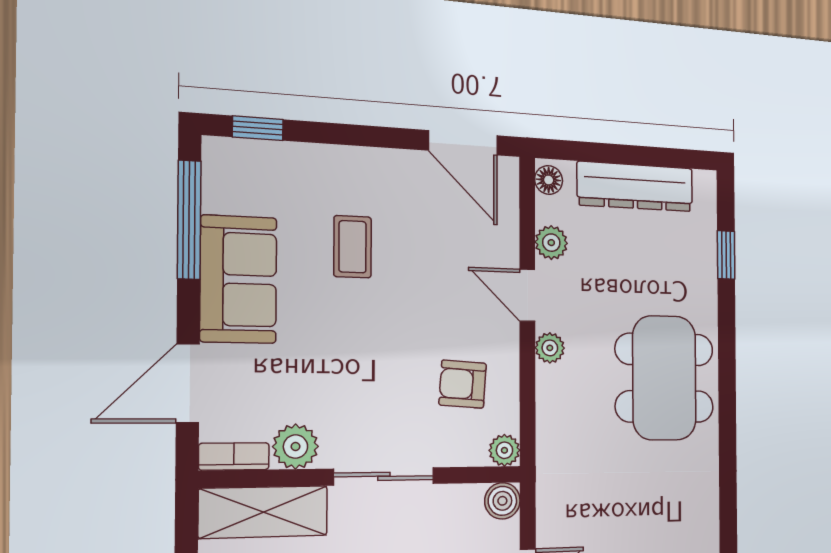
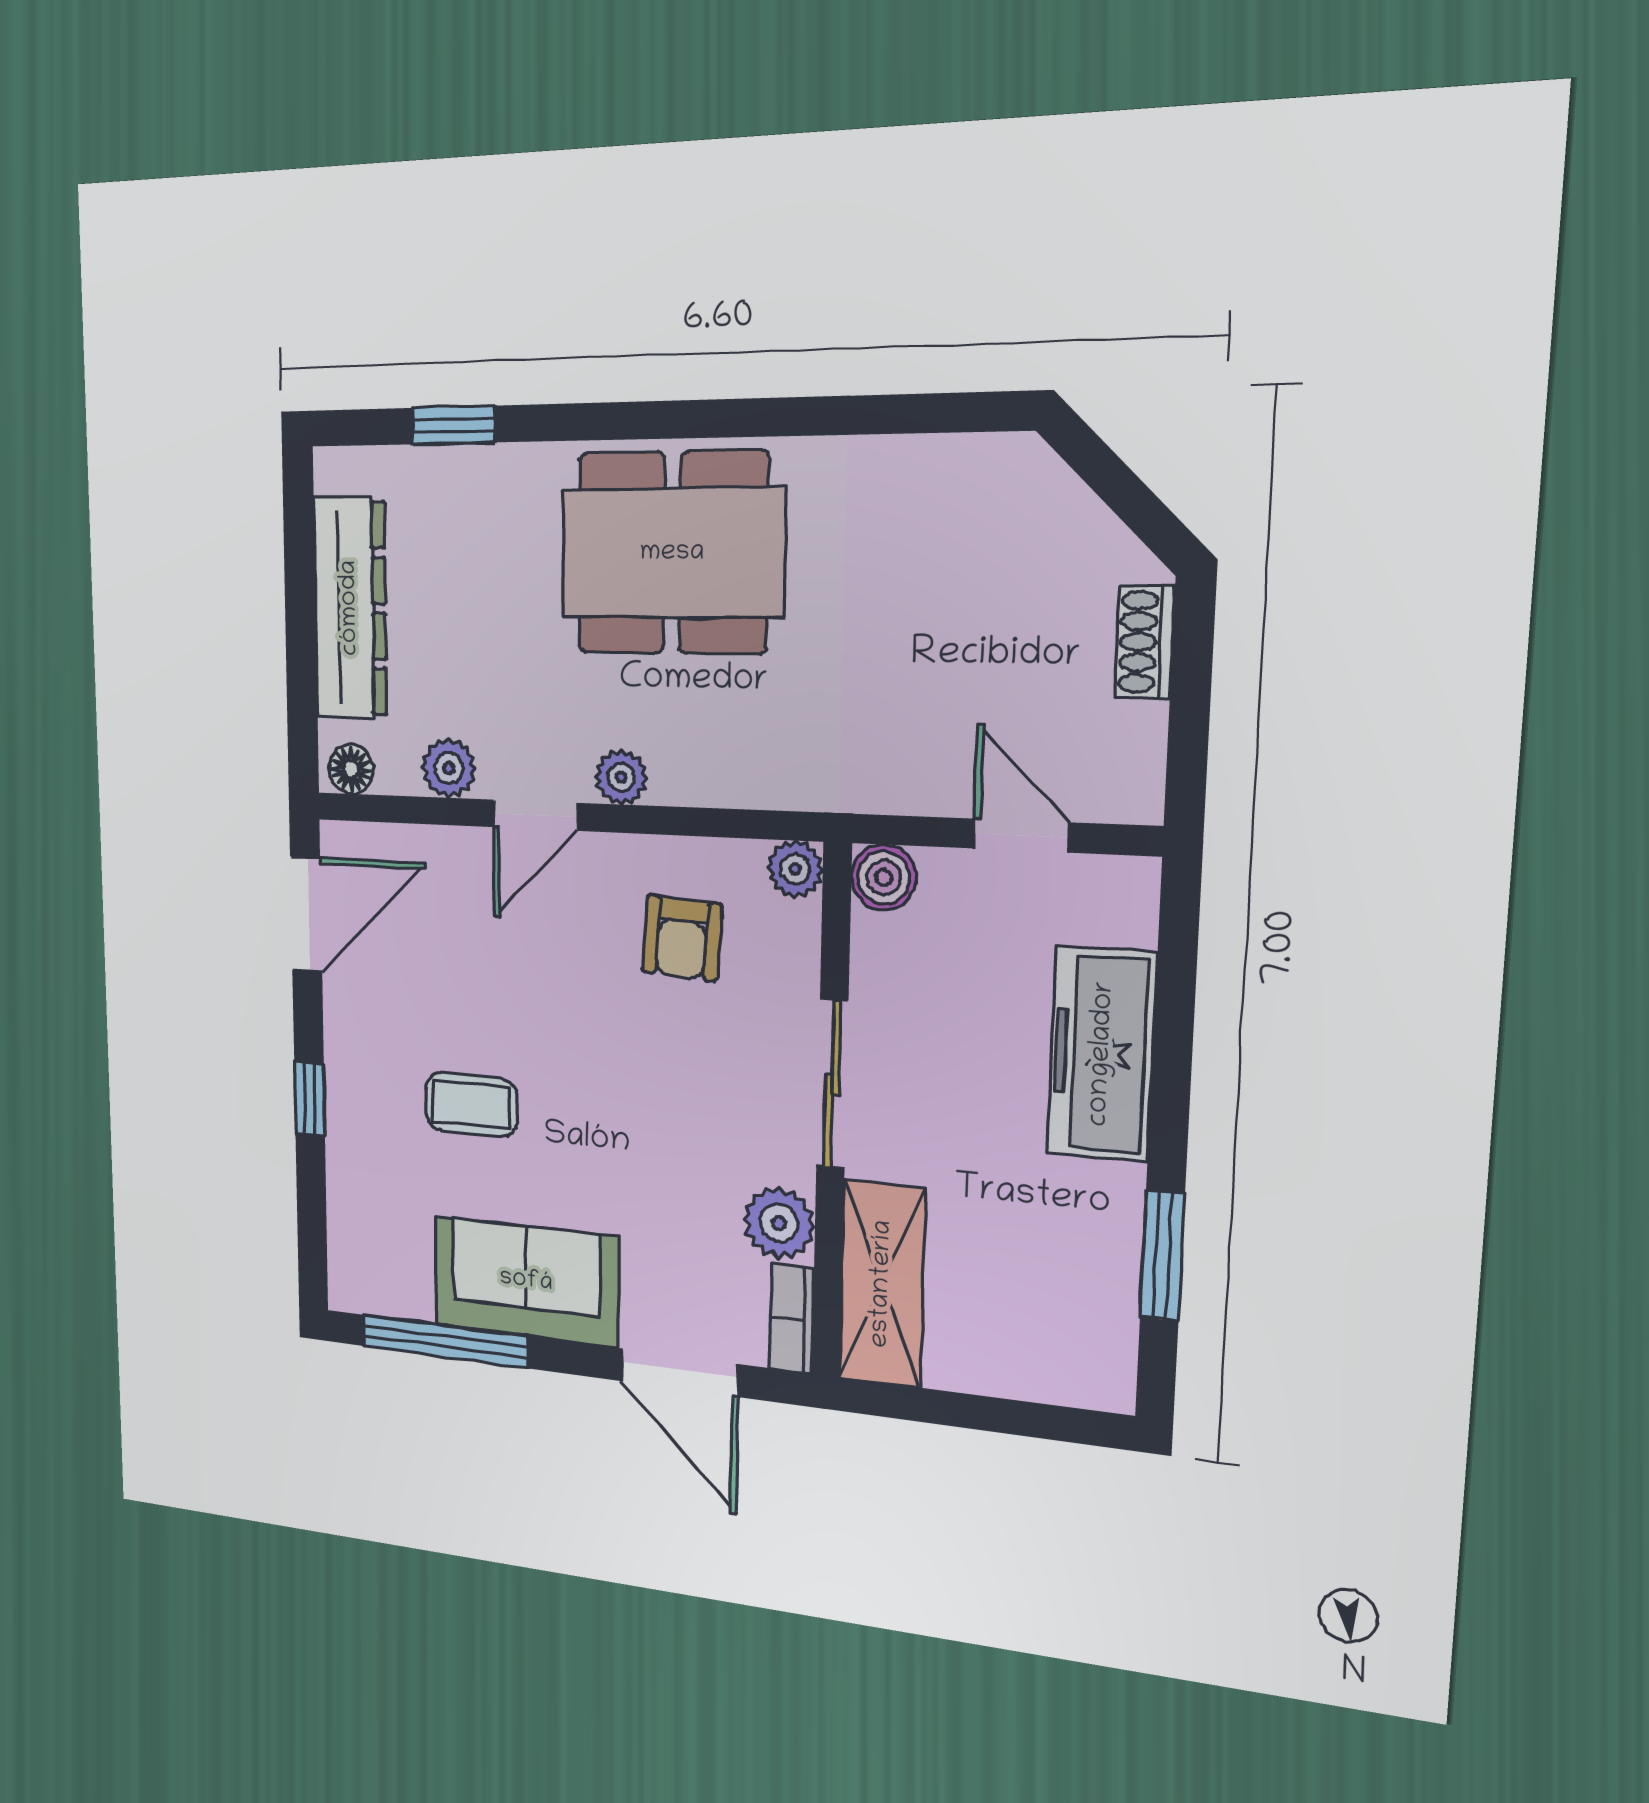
window: (258, 128) -> (310, 1099), moved

